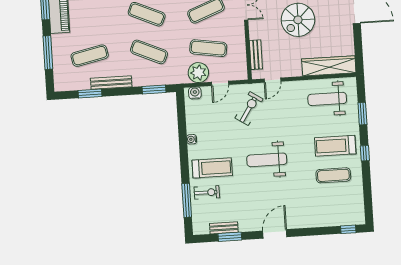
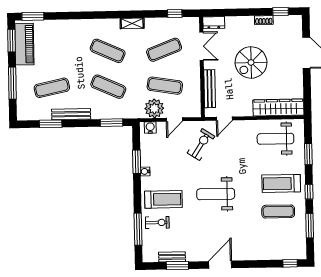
bench: (256, 55) -> (210, 89), width x1.36
window: (182, 130) -> (137, 162), added
window: (367, 189) -> (310, 226), added

